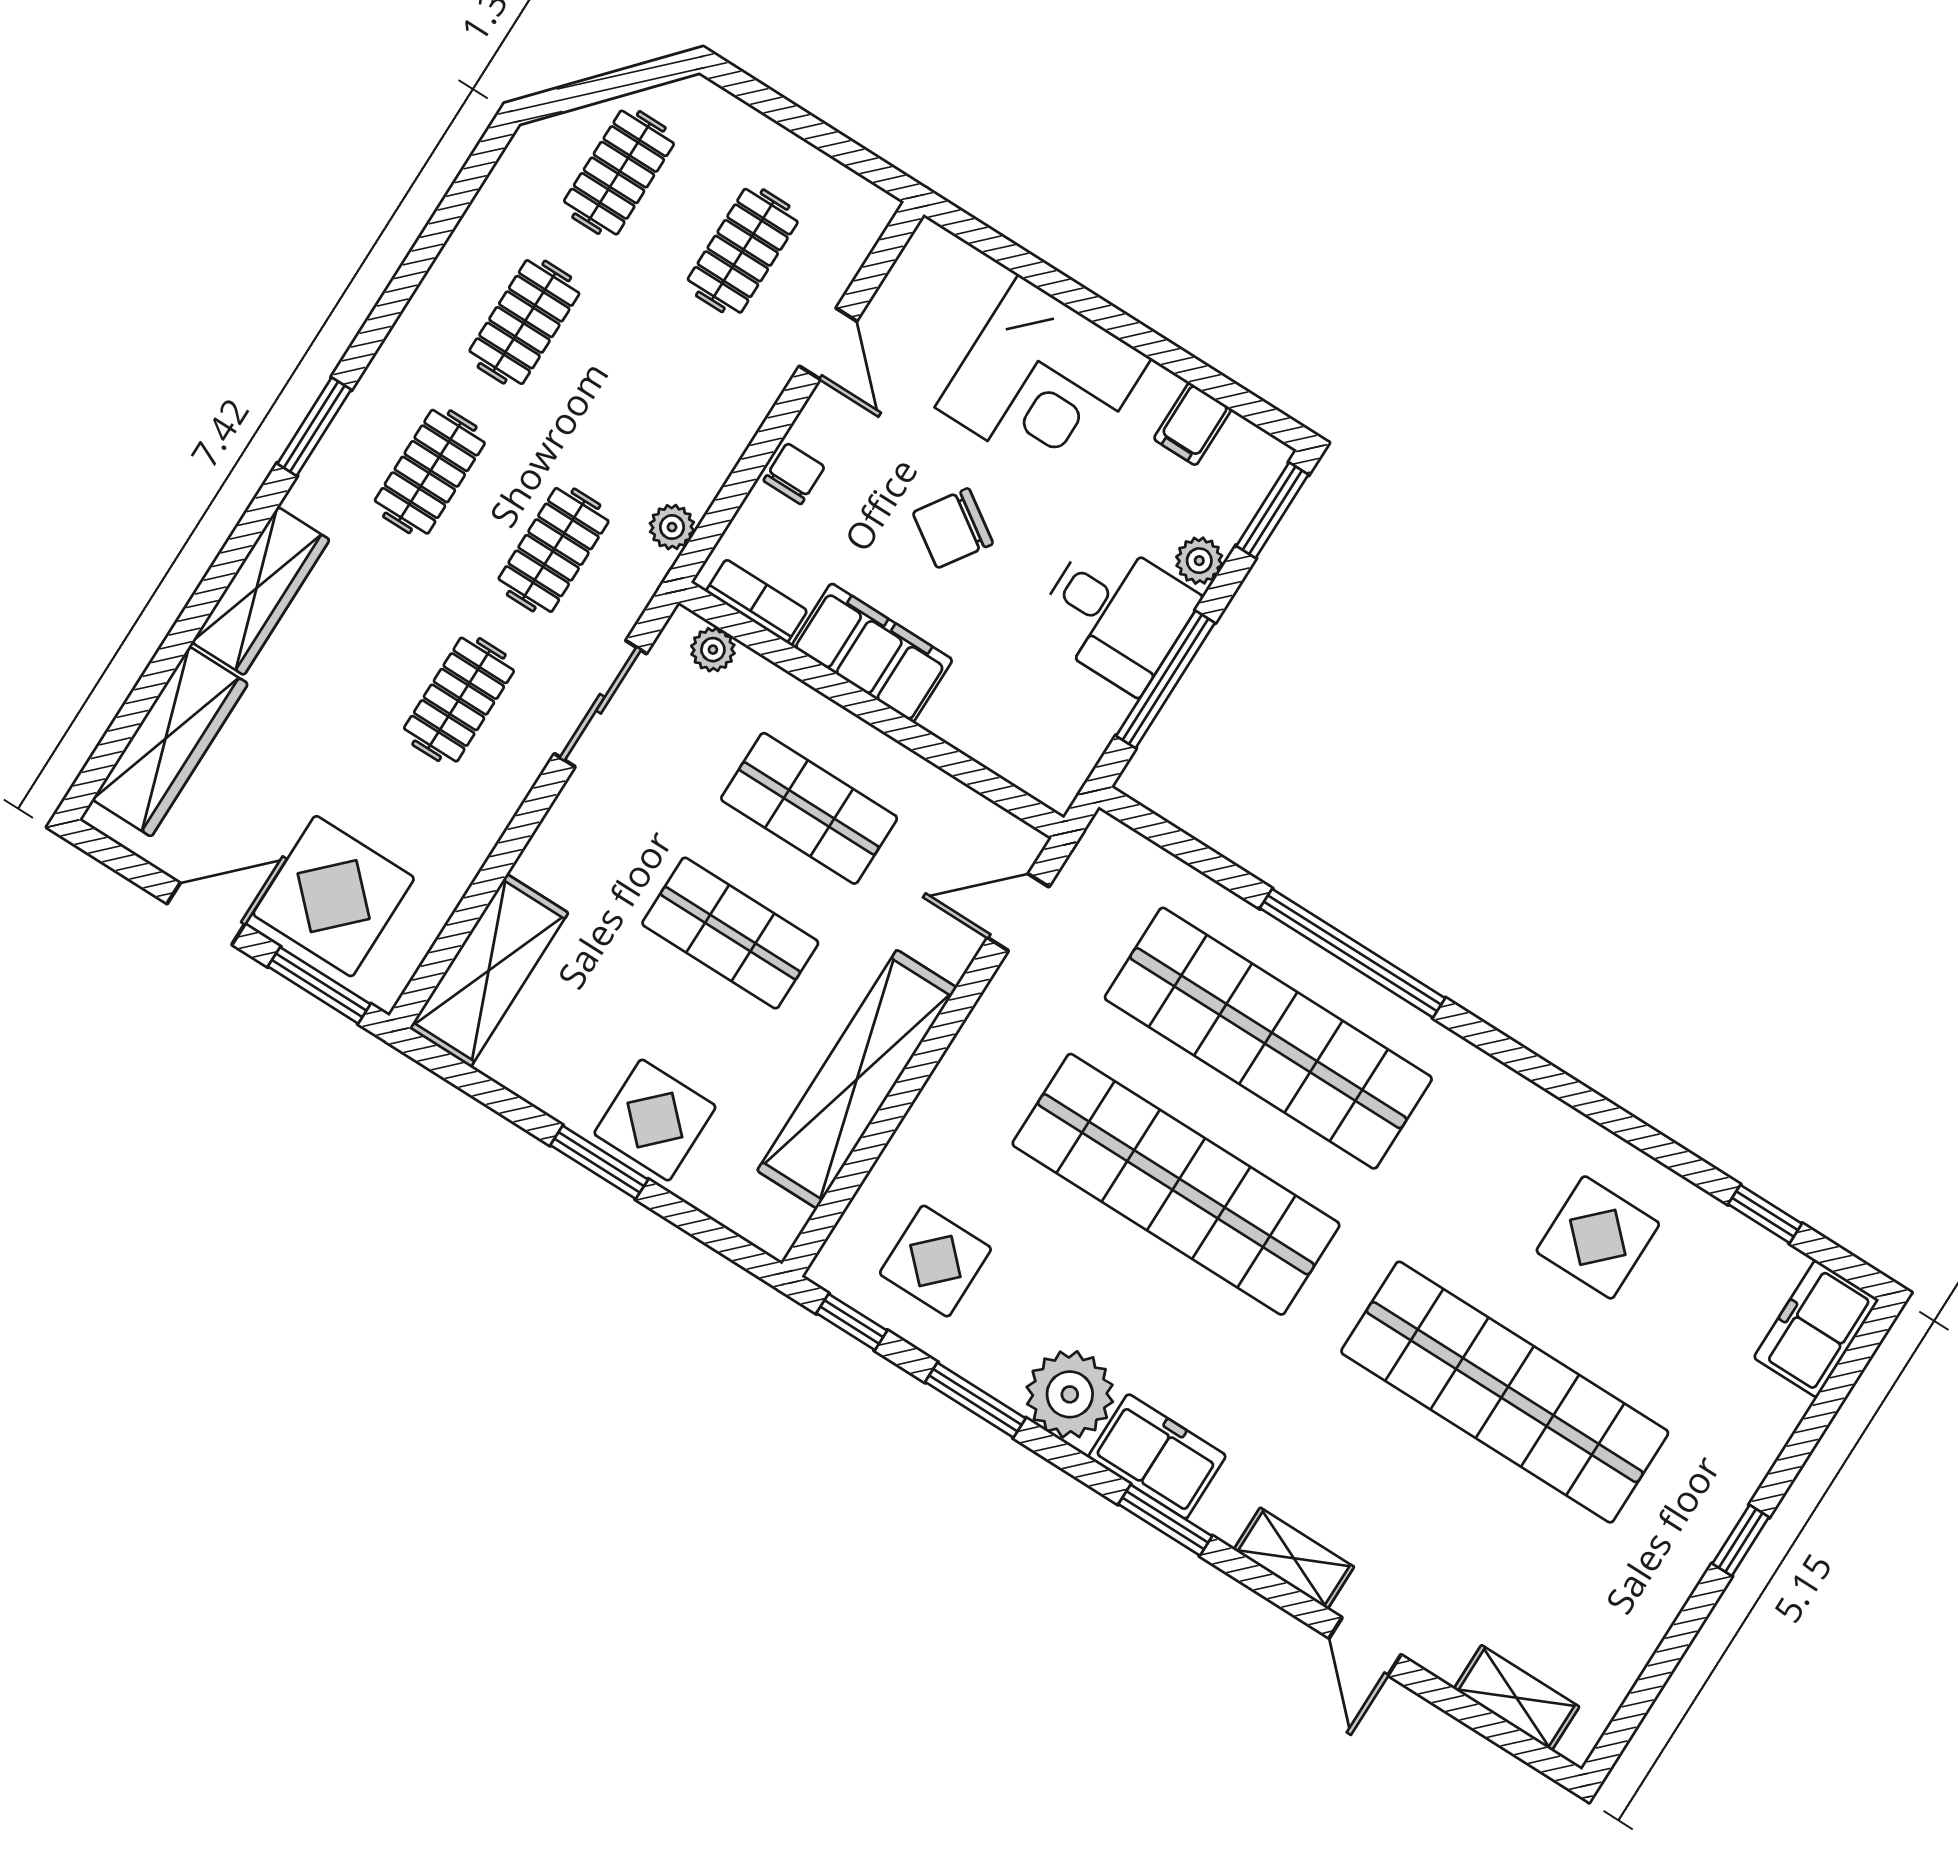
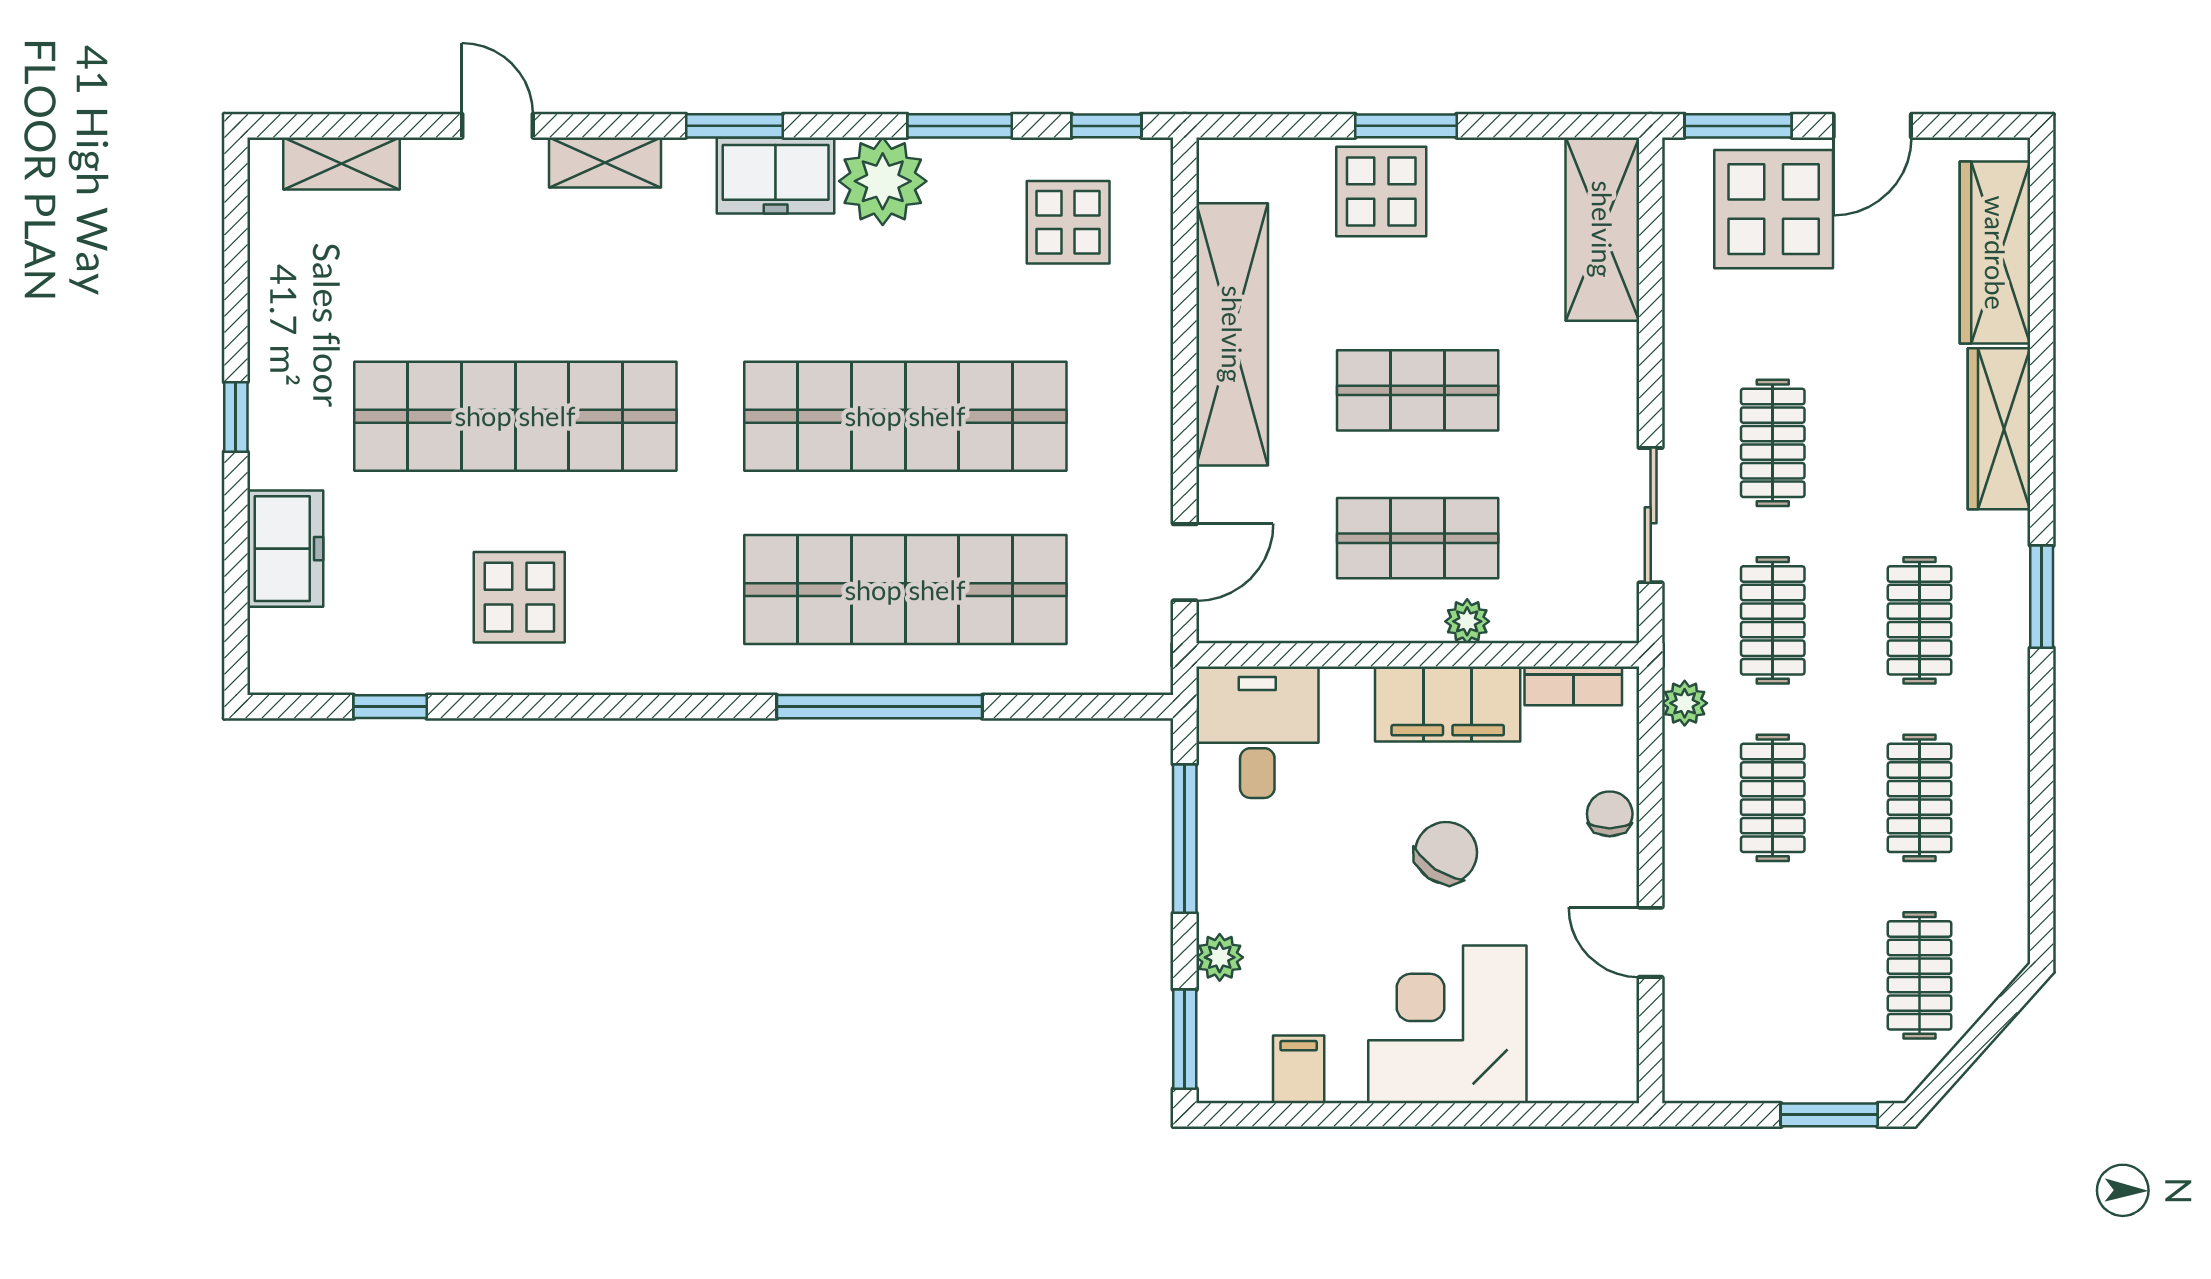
window: (770, 103) -> (1829, 1115), added
clothes rail: (743, 251) -> (1773, 798), moved
chair: (794, 474) -> (1610, 814), turned 180
desk: (1116, 613) -> (1257, 732), moved, turned 90
plant: (713, 650) -> (1467, 621), moved
freezer: (1816, 1329) -> (285, 549), moved

